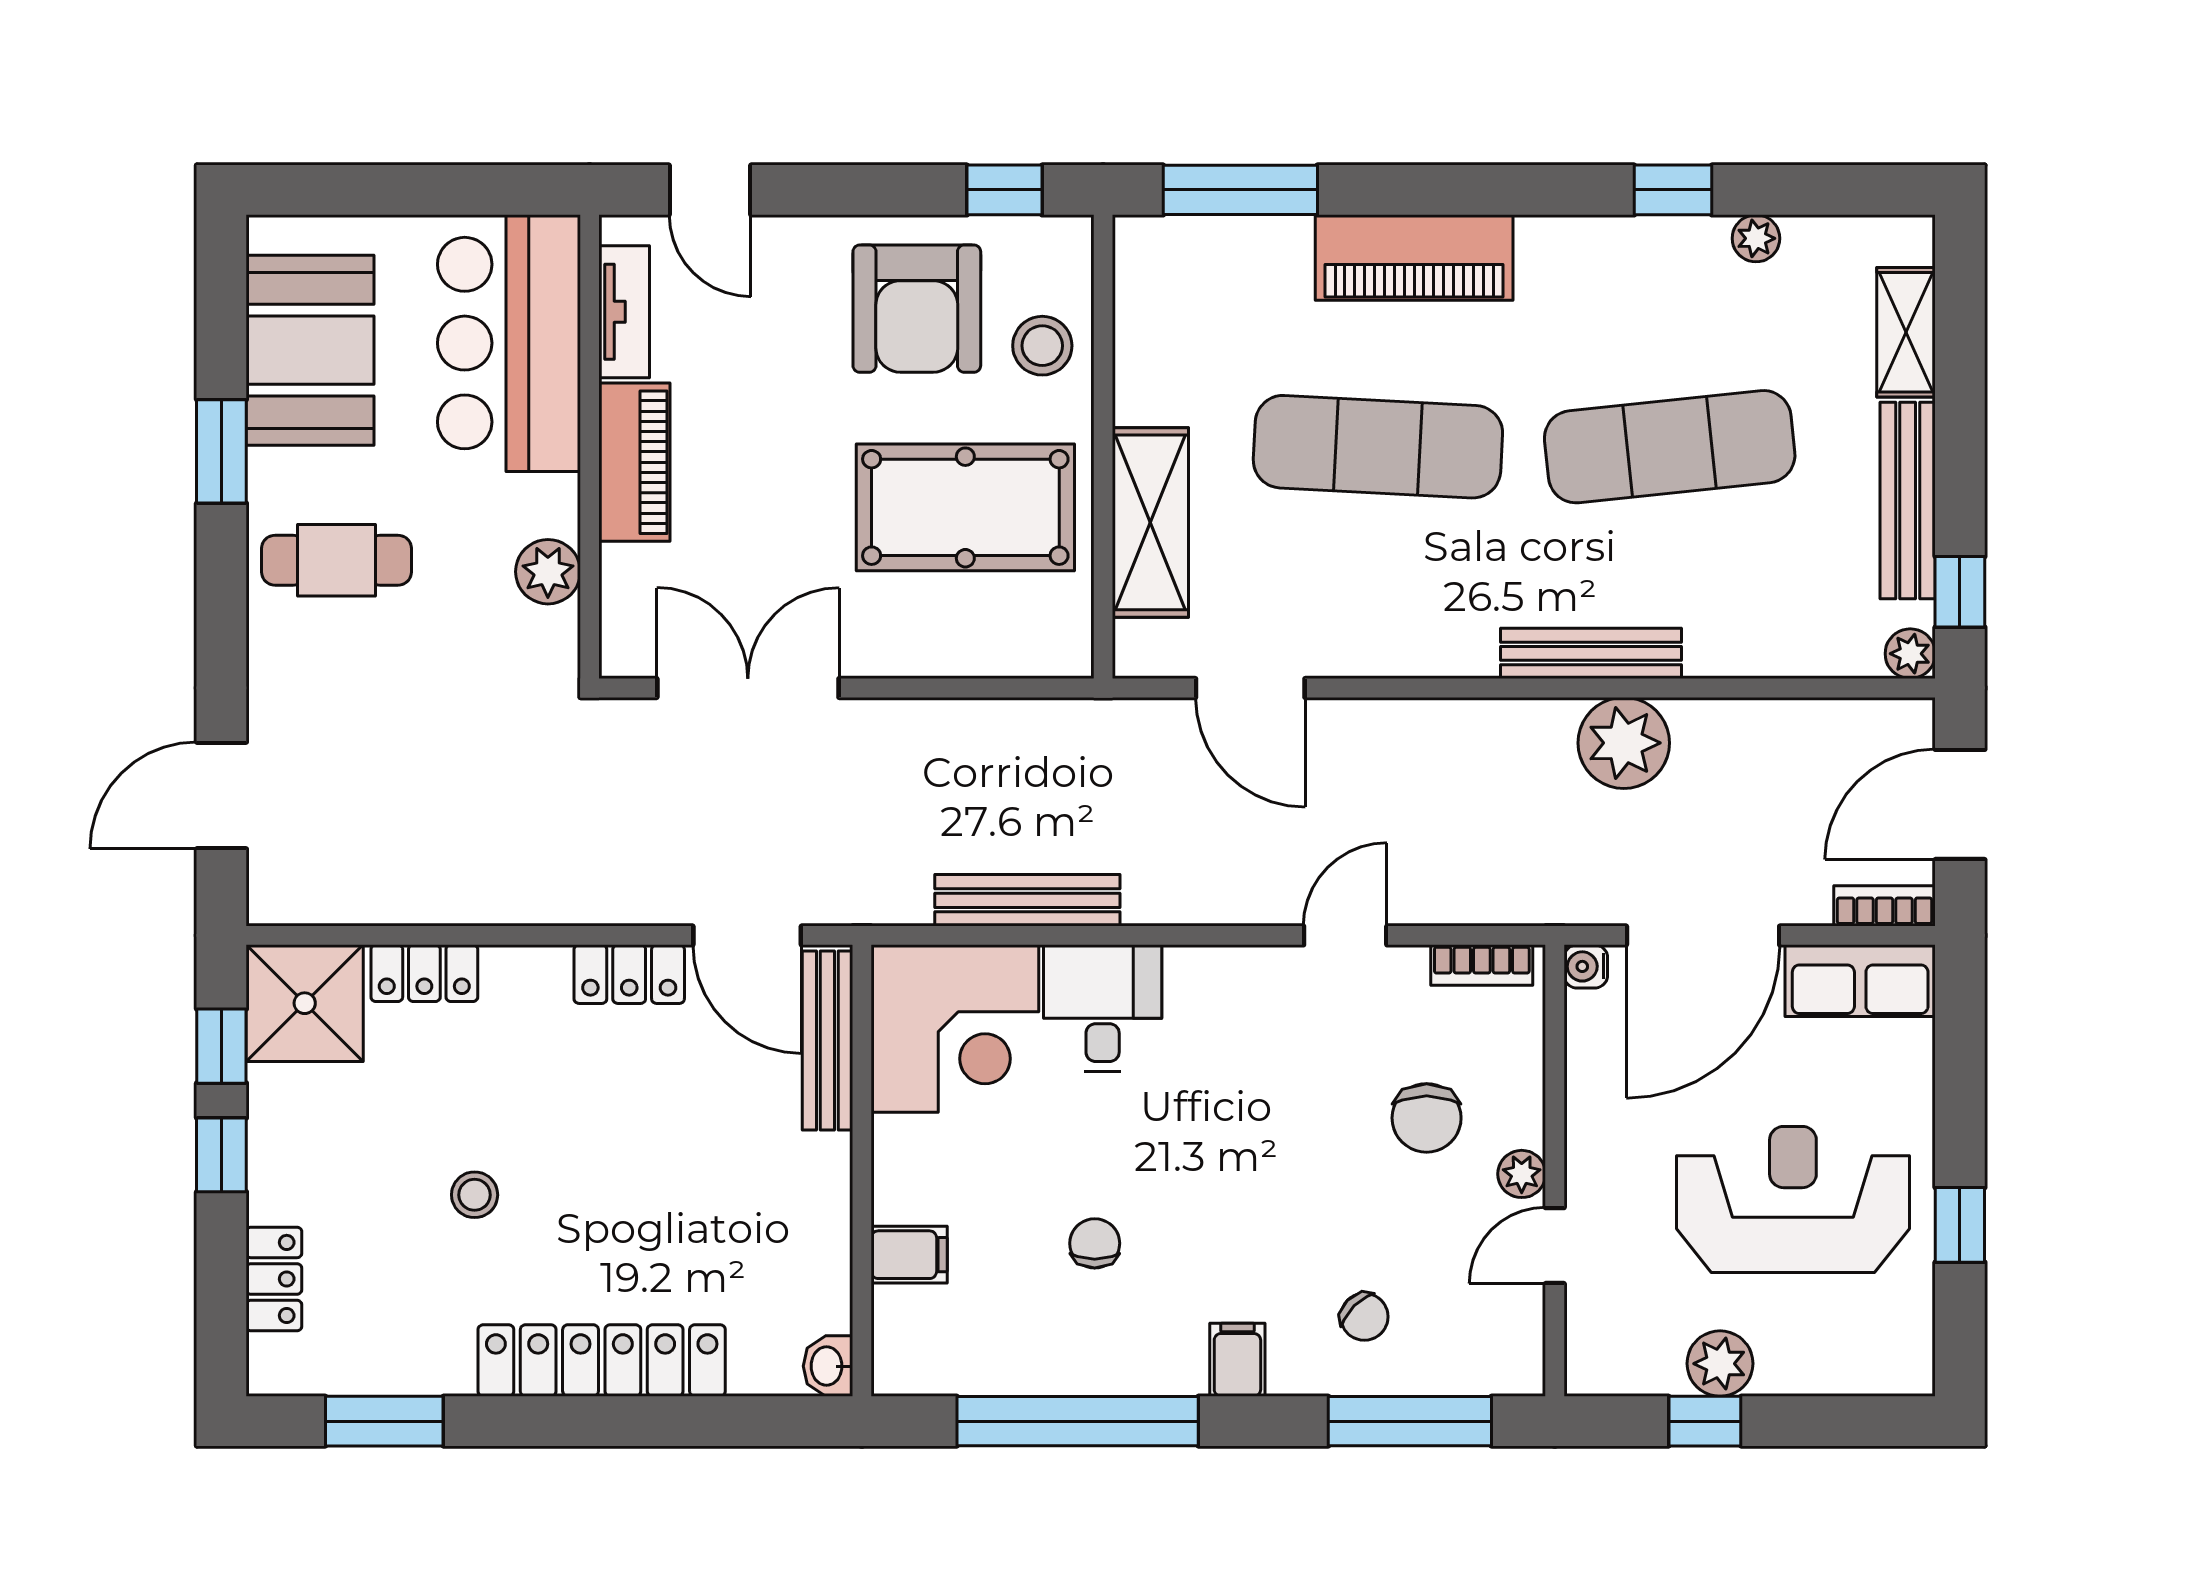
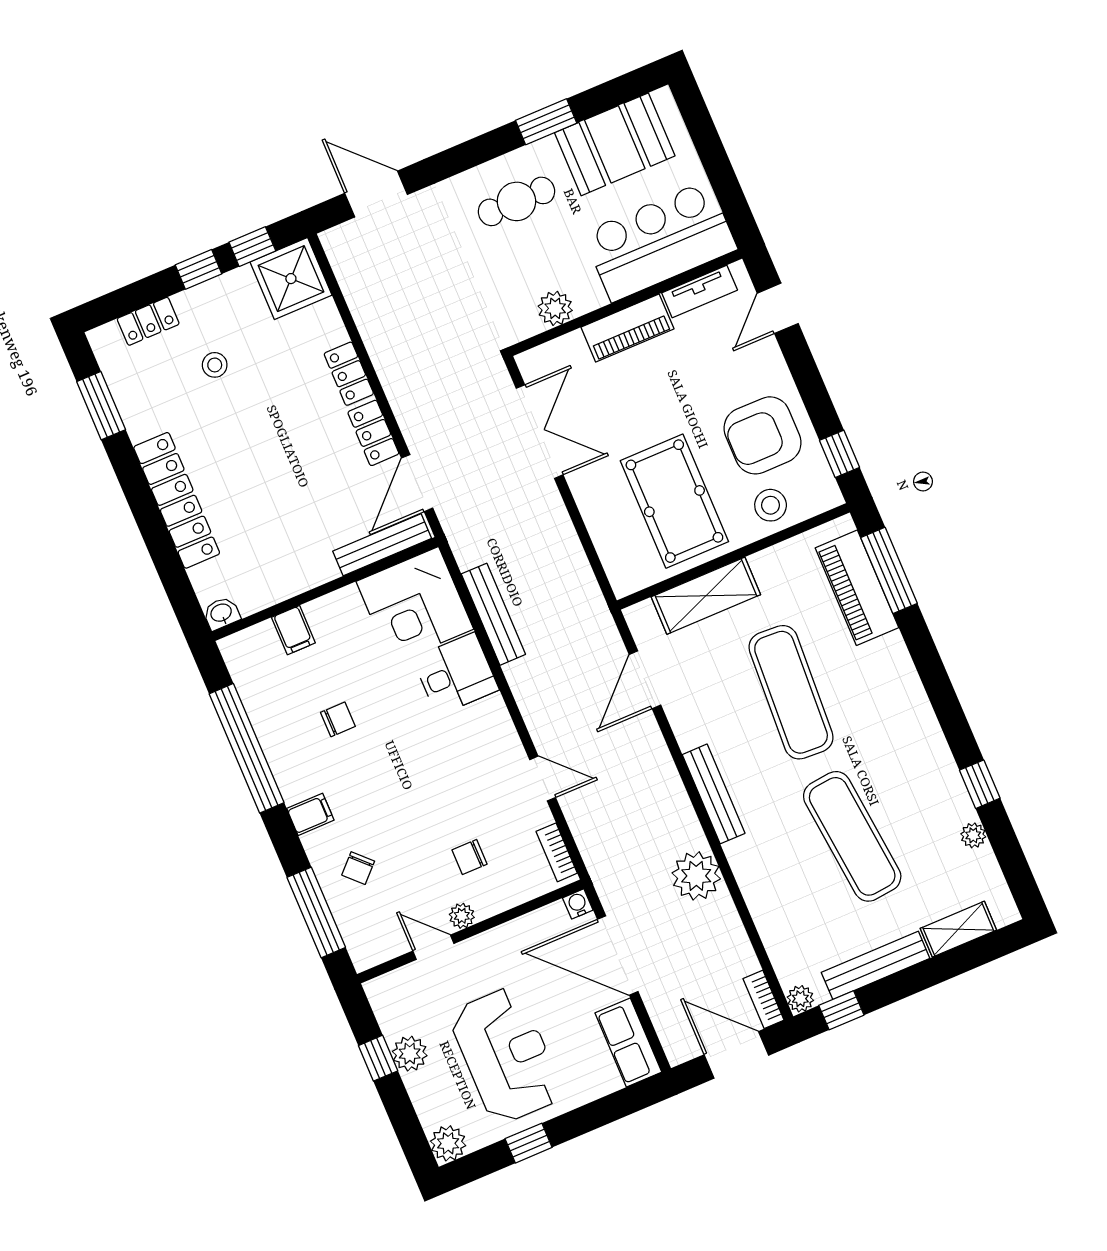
piano: (1414, 258) -> (857, 588), moved
cafe table: (336, 560) -> (516, 201), turned 90
bench: (1591, 653) -> (714, 794), moved
bookcase: (1885, 906) -> (763, 999), moved, turned 180
locker: (424, 973) -> (349, 374), moved
chair: (1427, 1118) -> (470, 857), width x0.73, depth x0.73
stool: (475, 1195) -> (215, 365), moved
plant: (1902, 1363) -> (448, 1143), added

